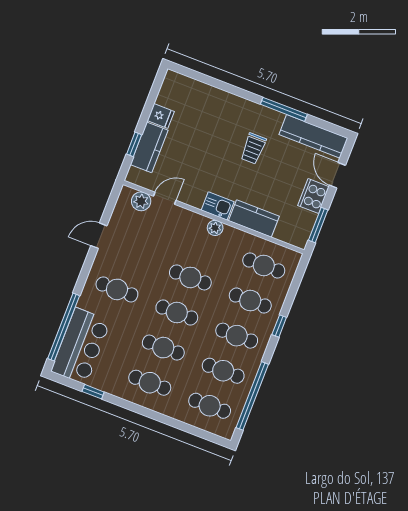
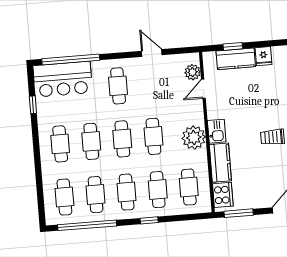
cooker: (313, 196) -> (223, 195), moved, turned 90
door: (165, 198) -> (203, 89), swing flipped
plant: (215, 228) -> (194, 138), width x1.87, depth x1.87

